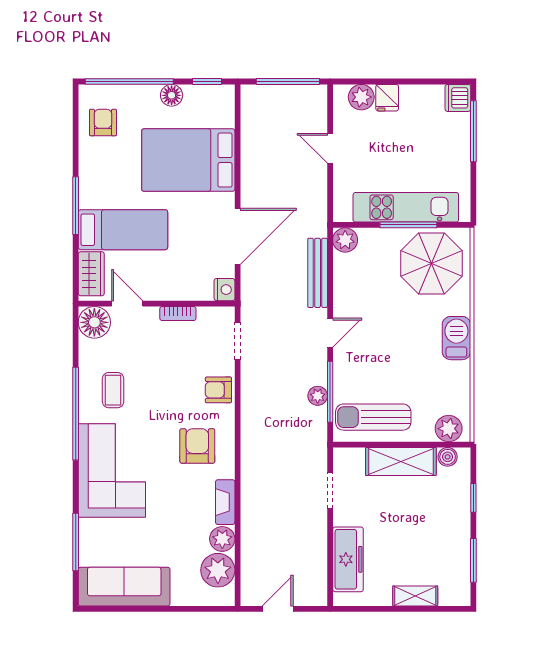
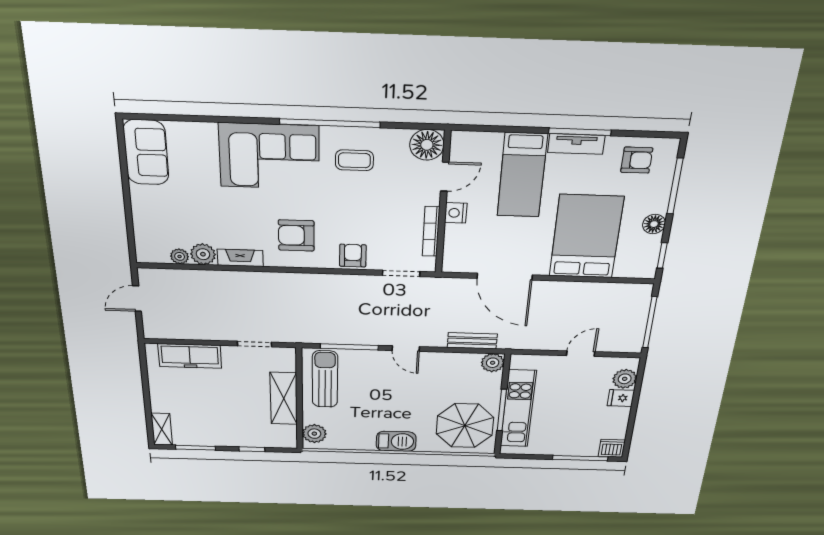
window: (129, 82) -> (675, 186), width x0.68
tv unit: (88, 182) -> (576, 144), added
window: (76, 206) -> (580, 132), moved
bench: (318, 273) -> (472, 341), width x0.73
wardrobe: (91, 274) -> (479, 144), removed
nightstand: (224, 290) -> (456, 213), moved, turned 90
bookcase: (178, 313) -> (431, 232), width x1.56
plant: (318, 396) -> (346, 337), removed
armchair: (197, 446) -> (296, 235), turned 180
boiler: (448, 457) -> (289, 432), removed
window: (76, 542) -> (191, 118), removed
plant: (218, 570) -> (180, 256), width x0.53, depth x0.53
sofa: (124, 587) -> (146, 152), width x0.73
shelving: (415, 596) -> (162, 429), moved
door: (278, 609) -> (137, 299), swing flipped

